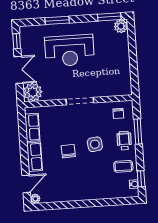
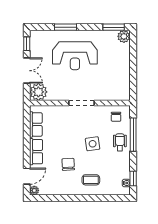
window: (138, 131) -> (133, 135), width x1.44
chair: (68, 151) -> (68, 164), moved
coffee table: (123, 166) -> (91, 180), moved

